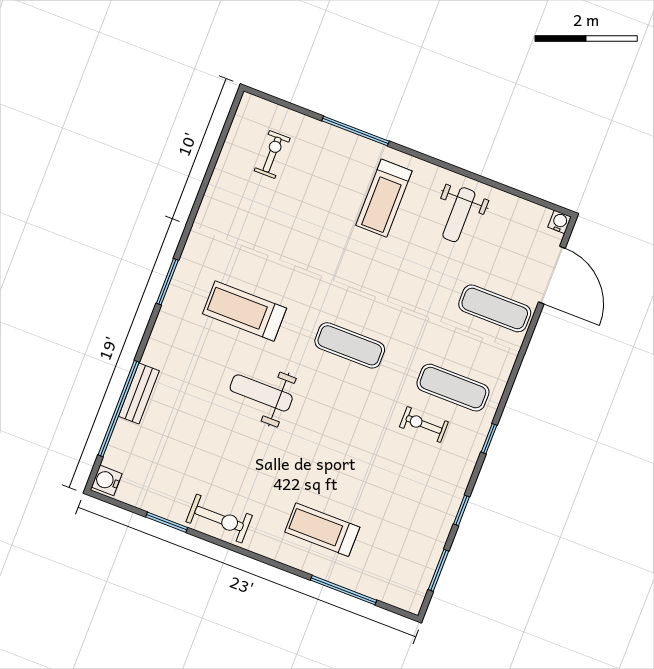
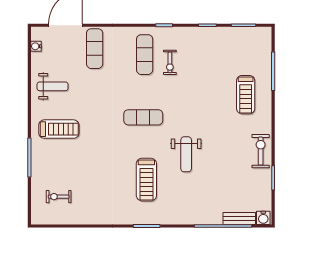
water cooler: (560, 222) -> (36, 46), moved
exercise mat: (350, 345) -> (143, 117), turned 90
bench: (139, 393) -> (239, 218), moved

